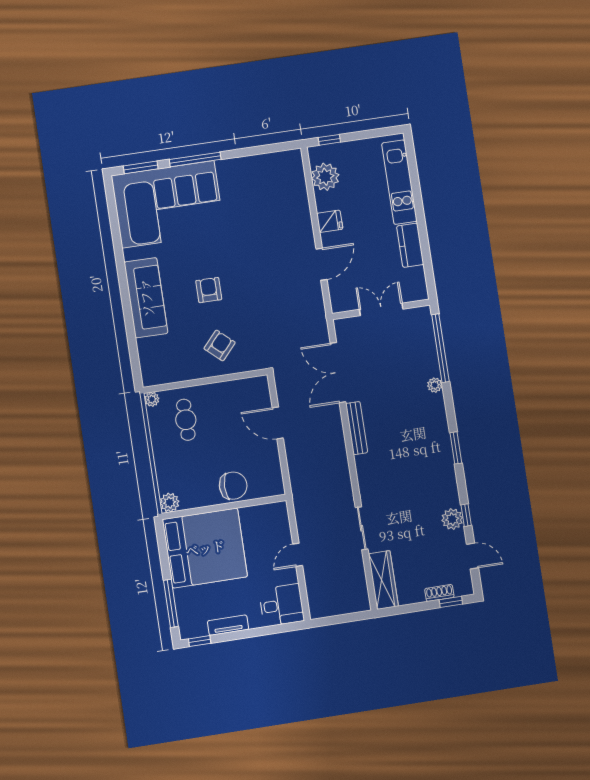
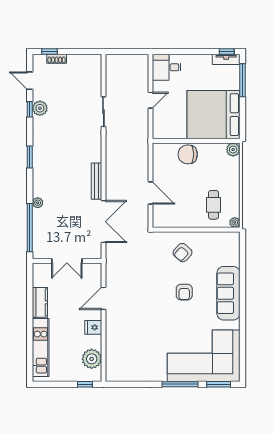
wardrobe: (383, 580) -> (94, 74), removed
tv unit: (228, 625) -> (226, 59), moved

